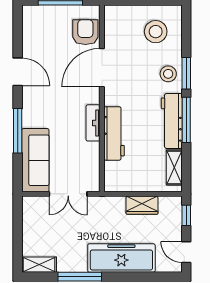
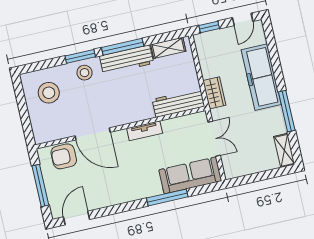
door: (18, 72) -> (77, 218), moved
workbench: (114, 133) -> (178, 103), moved
wardrobe: (142, 205) -> (214, 93), moved

